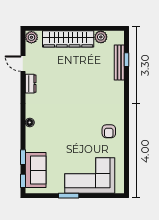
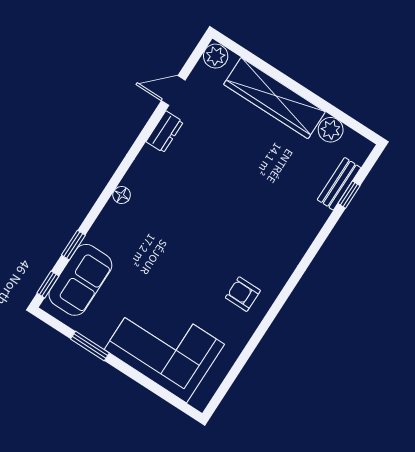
bench: (119, 62) -> (339, 184), width x0.73
door: (23, 64) -> (173, 91), hinge flipped
armchair: (109, 131) -> (243, 294), turned 90
window: (69, 196) -> (90, 346), moved

